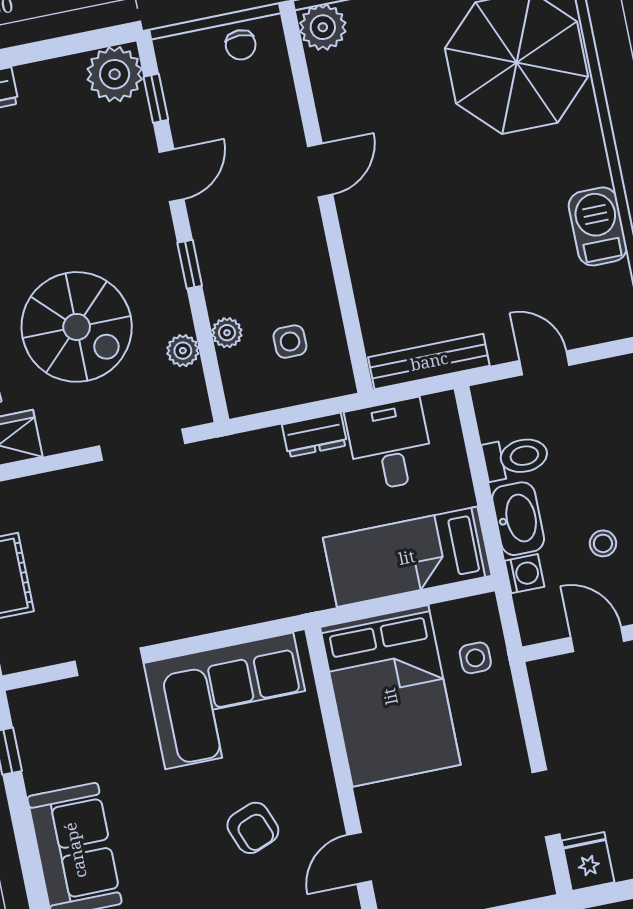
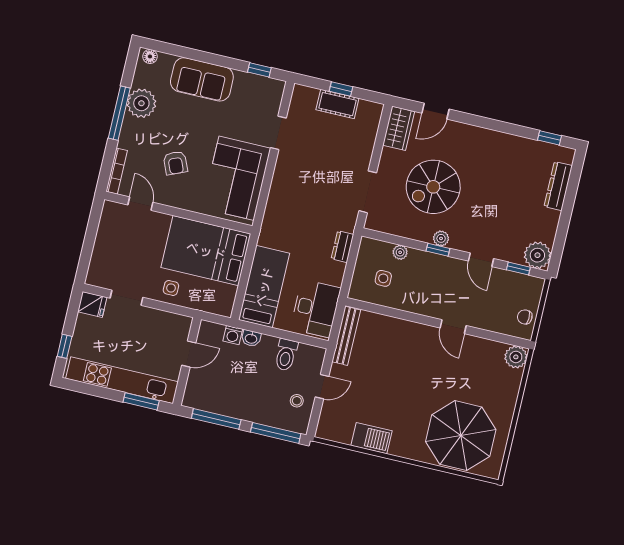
plant: (183, 351) -> (441, 238), moved
dresser: (315, 435) -> (342, 247), moved
desk: (390, 445) -> (316, 308), width x1.37
washbasin: (518, 519) -> (251, 338), width x0.52, depth x0.69
stool: (603, 543) -> (297, 401), moved
side table: (475, 658) -> (171, 288), moved
armchair: (253, 828) -> (175, 163), turned -92

